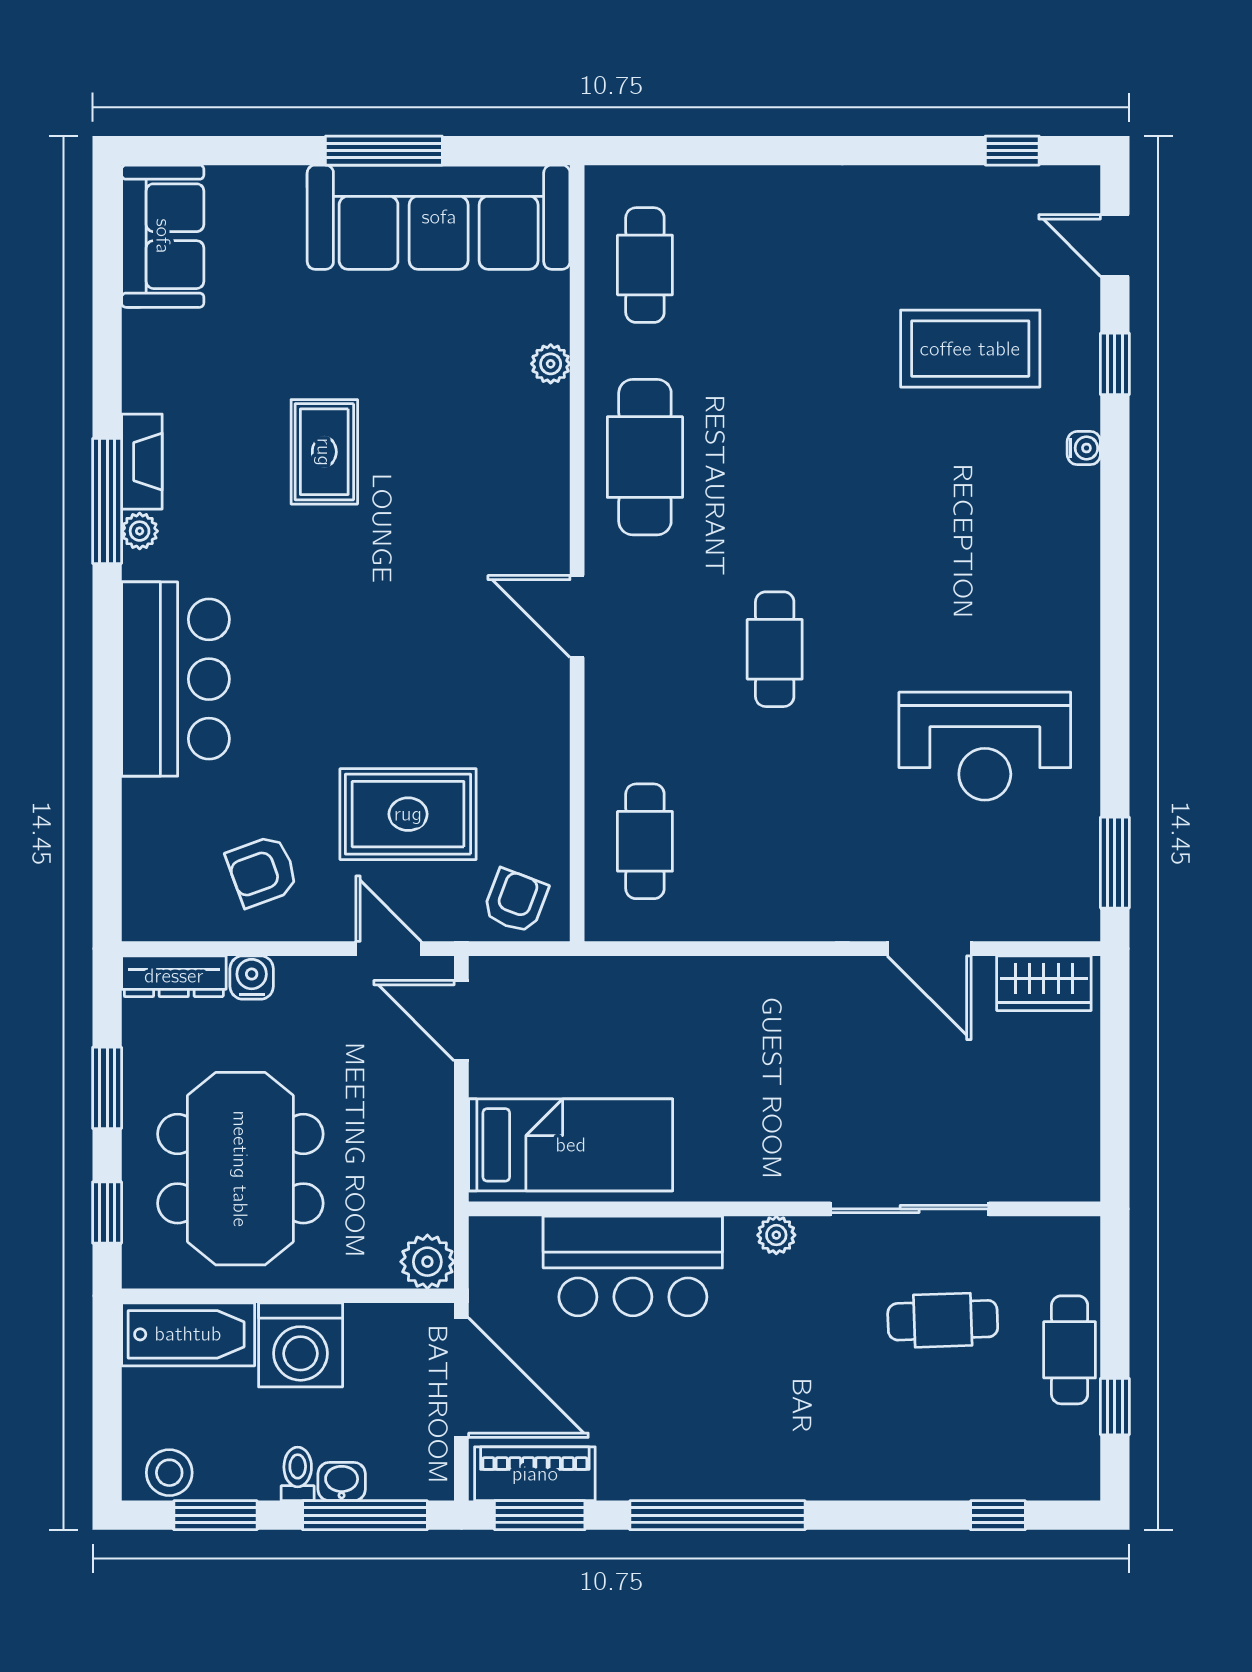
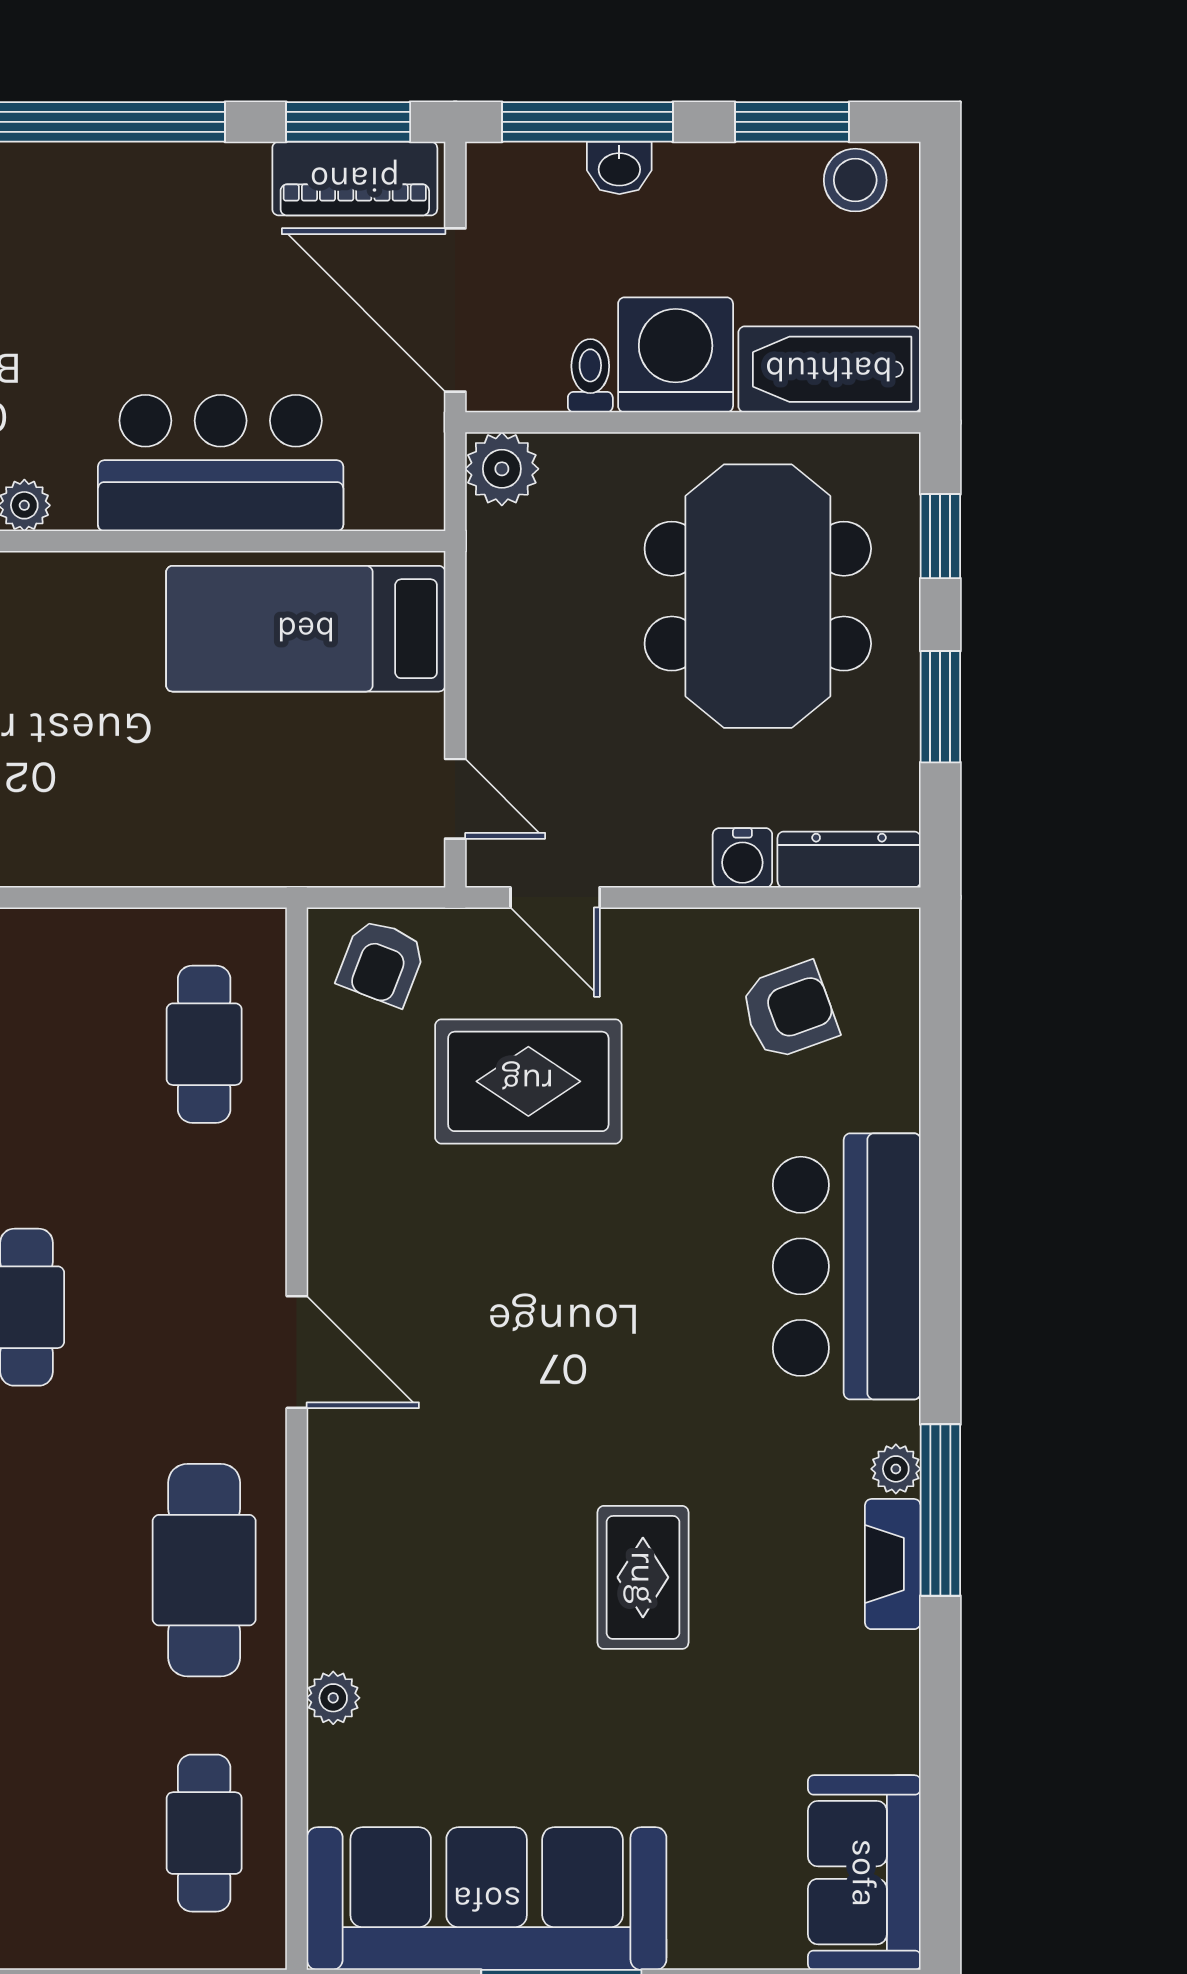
armchair: (262, 871) -> (789, 1011), moved
door: (461, 1021) -> (455, 799), width x0.73
toilet: (298, 1474) -> (590, 376), moved, turned 180

